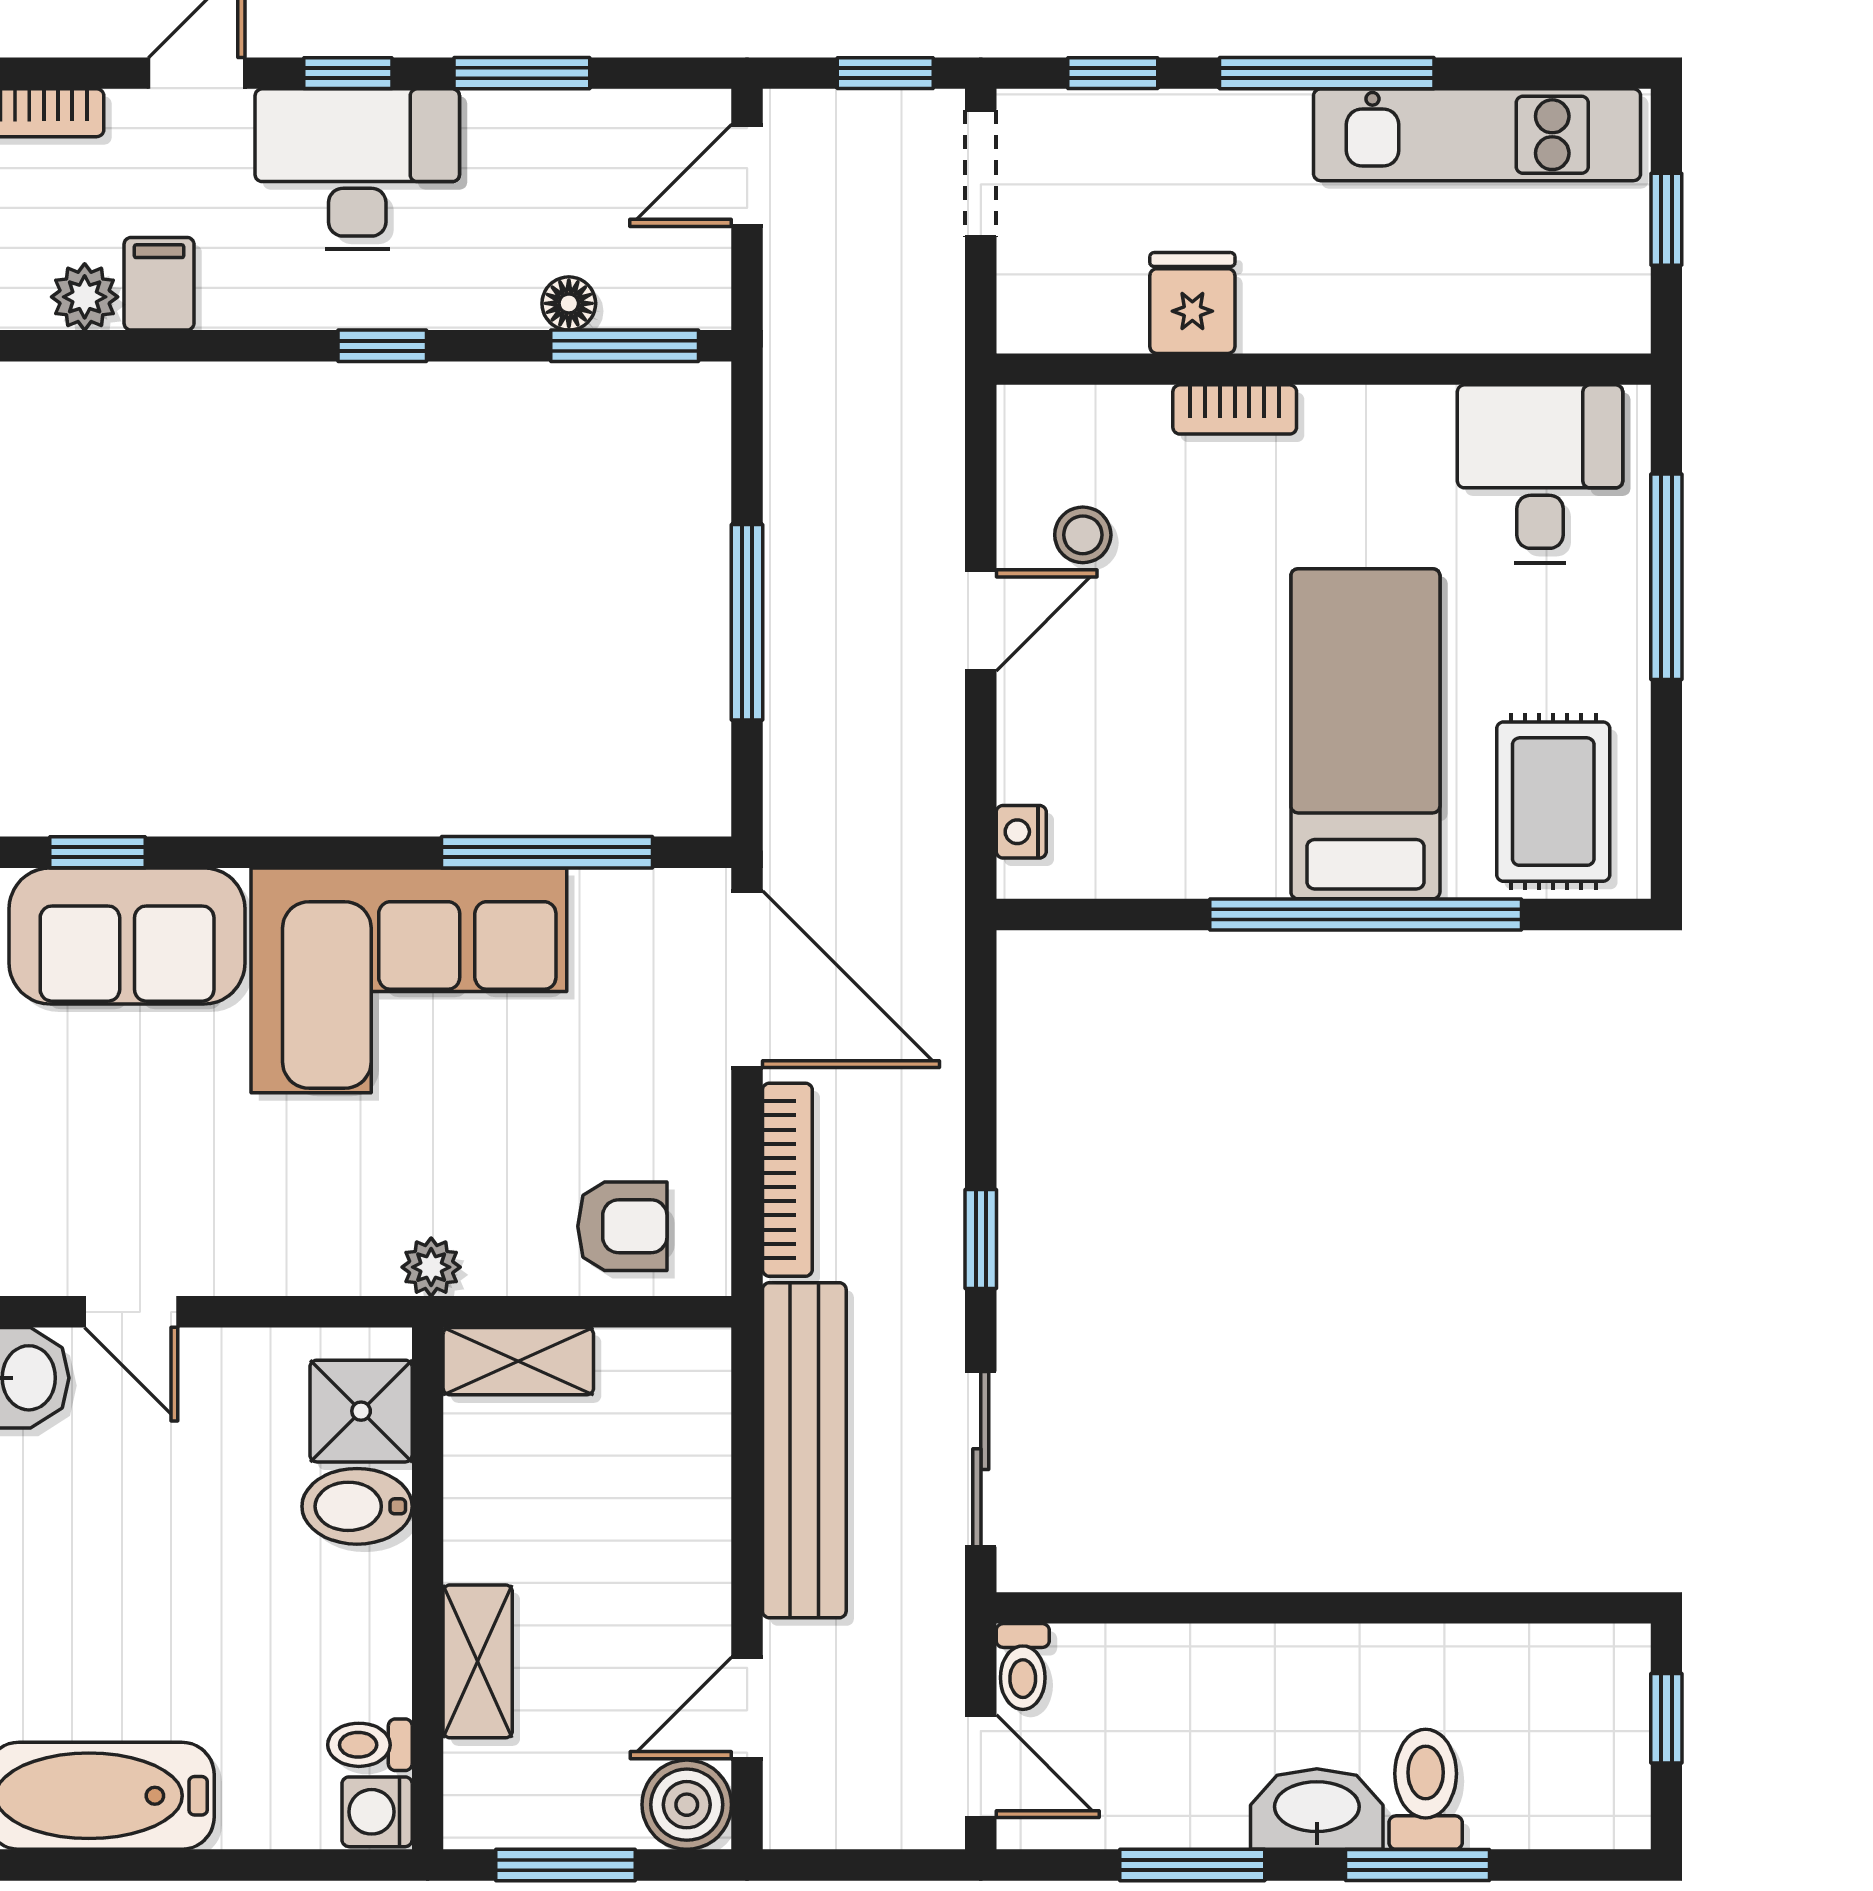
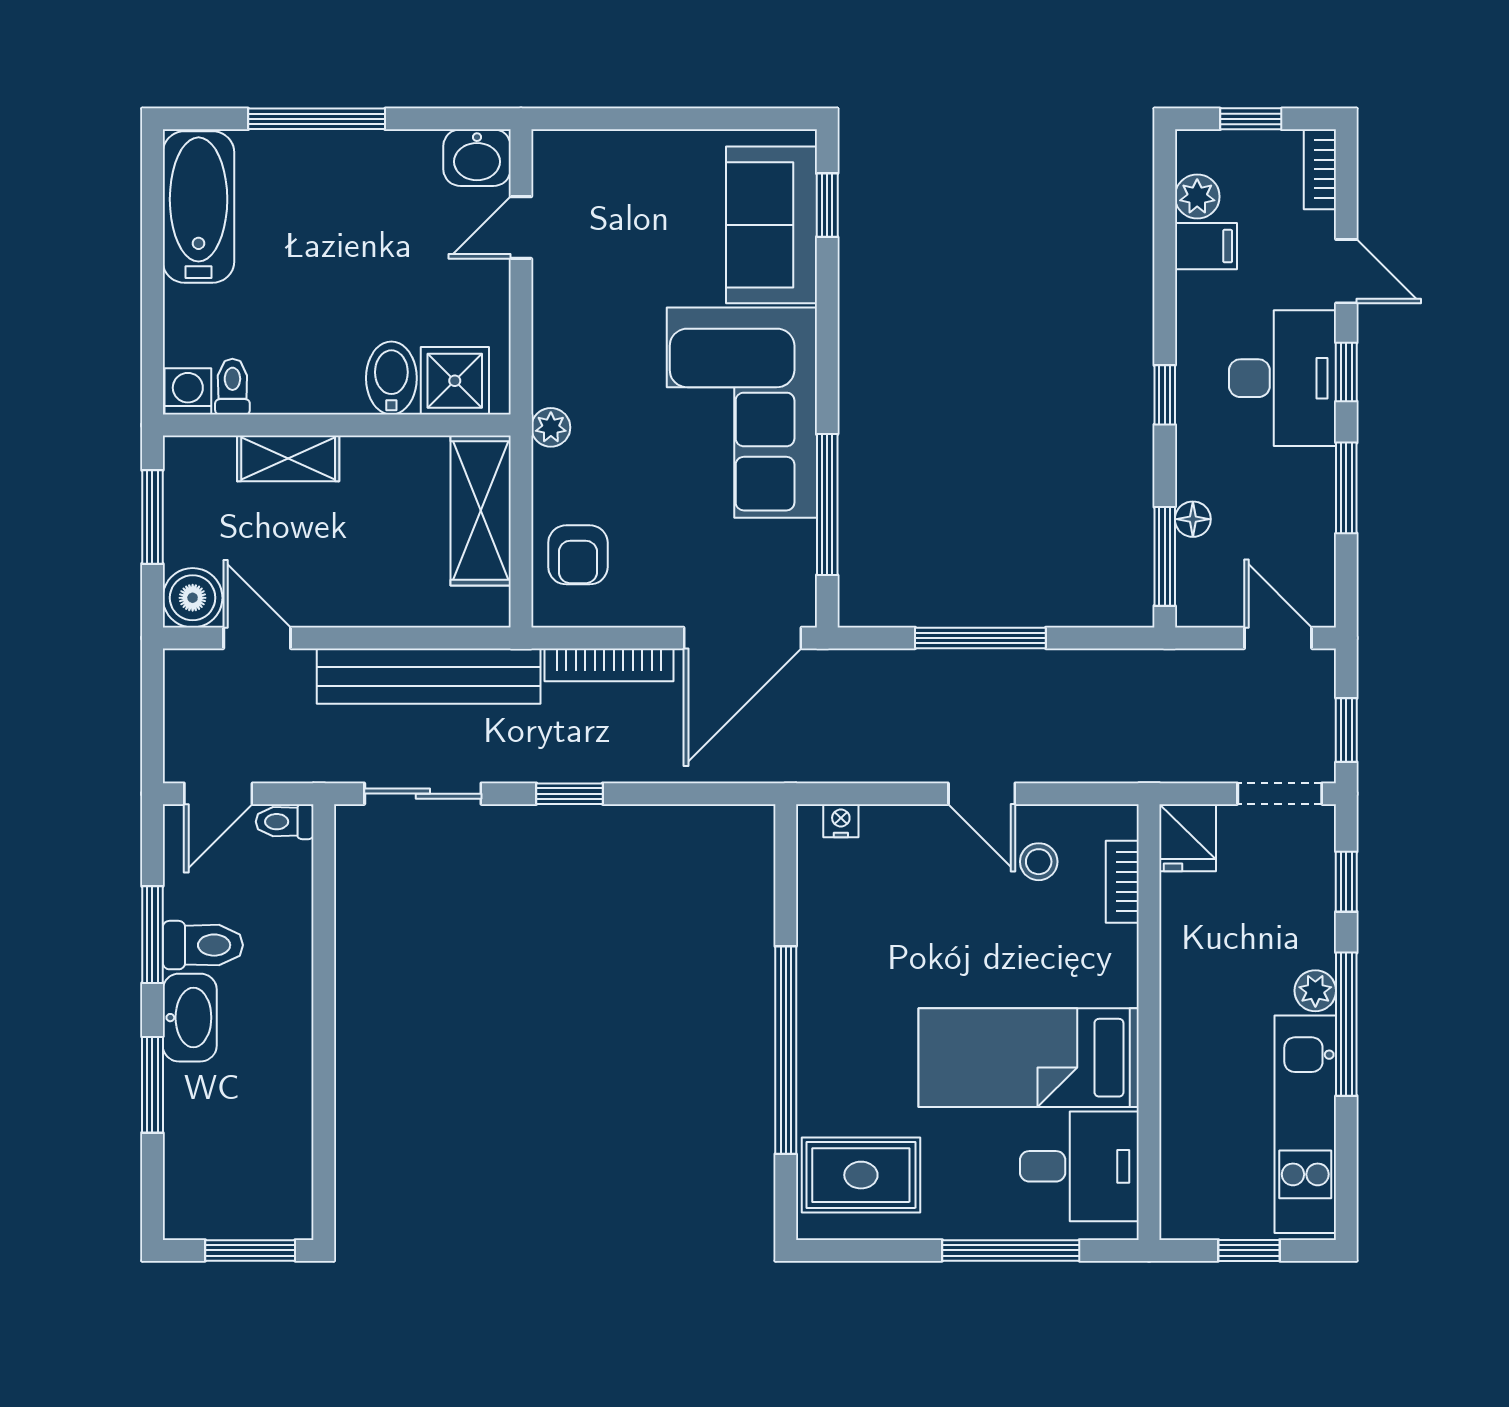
plant: (1276, 120) -> (1315, 991), added
fridge: (1192, 303) -> (1188, 838), moved, turned 90
bookcase: (1235, 409) -> (1122, 882), moved
bed: (1365, 734) -> (1029, 1058), moved, turned 180
shelving: (518, 1361) -> (481, 511), width x1.50, depth x1.33
window: (1666, 1718) -> (250, 1250), width x1.50
toilet: (1426, 1789) -> (203, 945), moved

